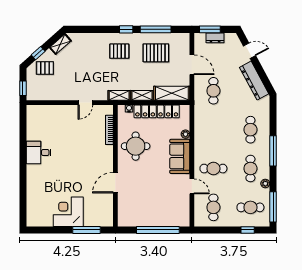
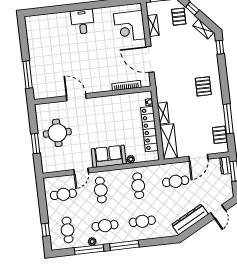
window: (126, 29) -> (220, 47), moved
dresser: (215, 38) -> (225, 166), moved
pallet: (156, 53) -> (220, 135), moved, width x0.67, depth x0.71
shelving: (119, 95) -> (153, 25), moved
door: (85, 103) -> (150, 59), width x1.88
cafe table: (213, 130) -> (138, 186), added
round table: (136, 146) -> (57, 133), moved
desk: (39, 152) -> (83, 22), moved
window: (273, 207) -> (89, 249), moved
corner desk: (68, 212) -> (129, 26), moved, turned 180
window: (158, 230) -> (36, 143), width x0.47

